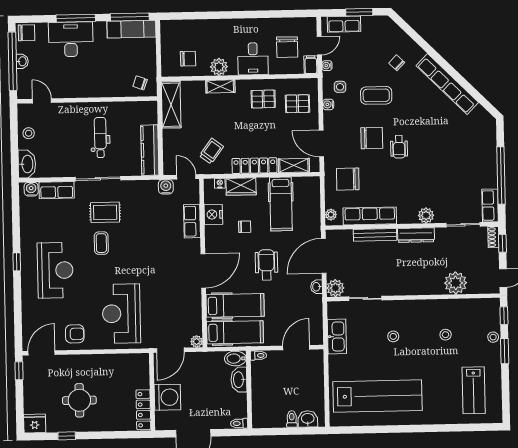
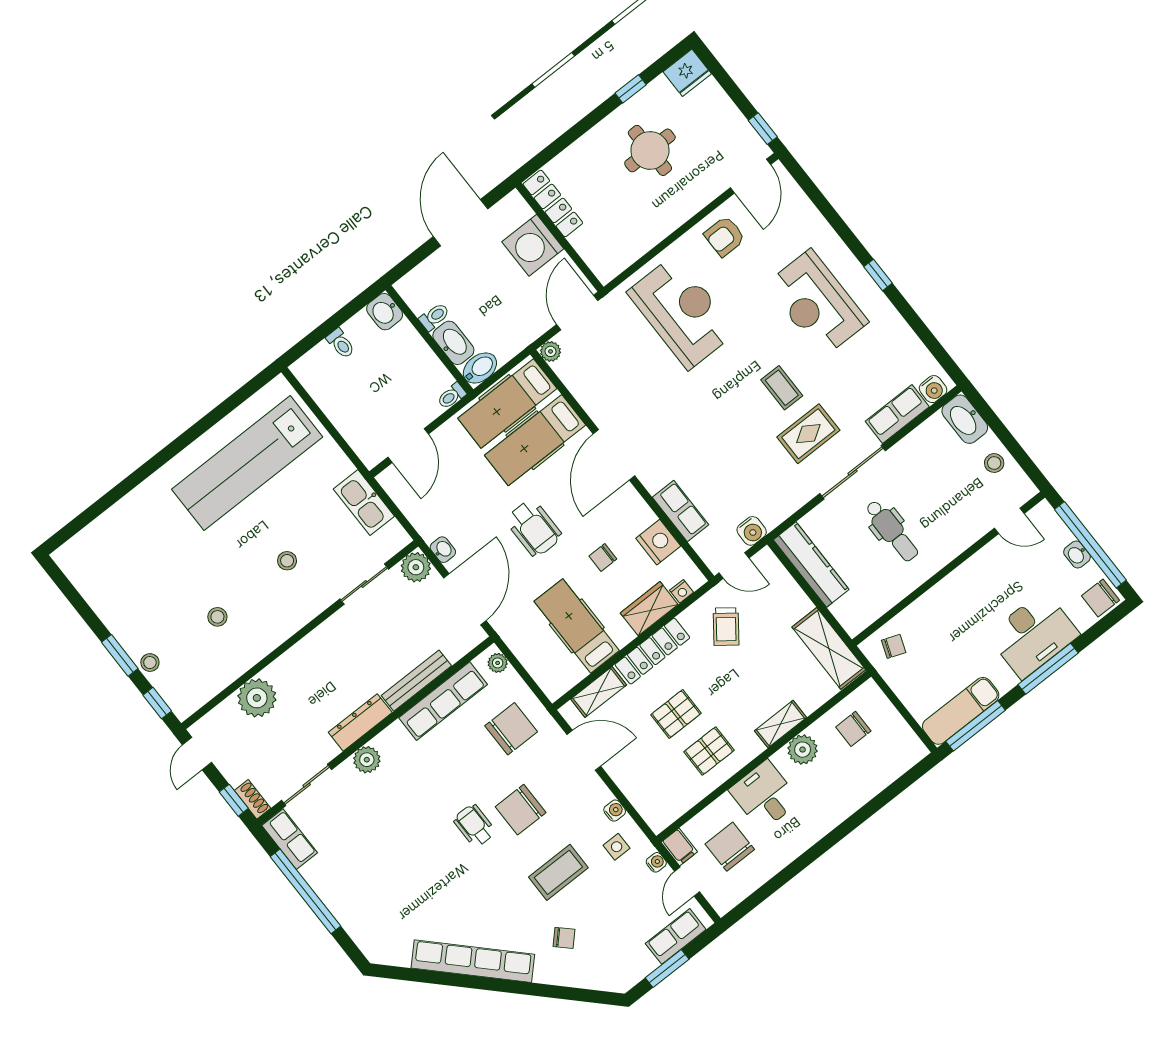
pallet: (297, 104) -> (676, 714), moved
lab bench: (474, 390) -> (122, 570), removed
washbasin: (308, 419) -> (385, 312), moved, turned 90
toilet: (239, 423) -> (434, 317), moved

